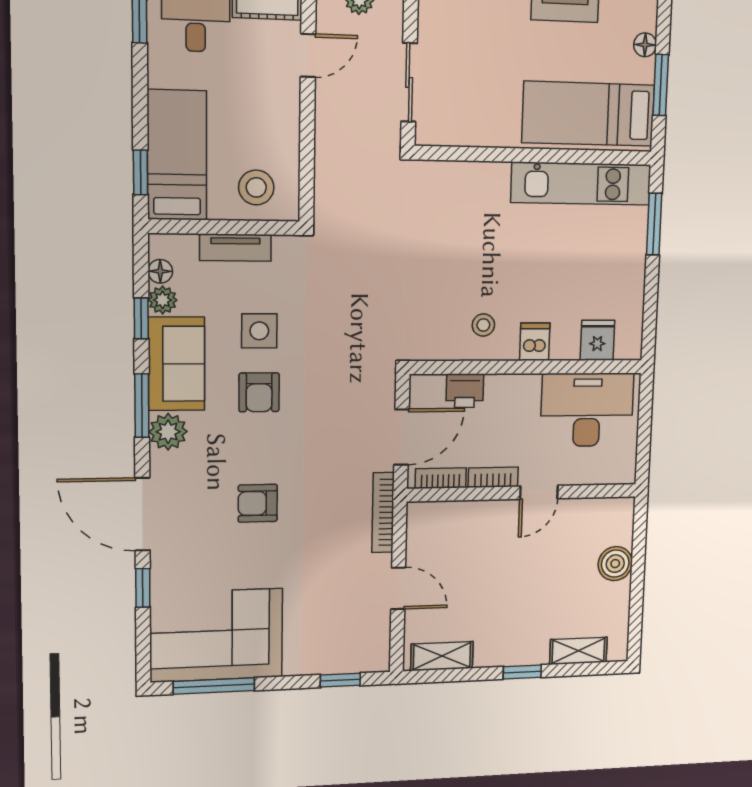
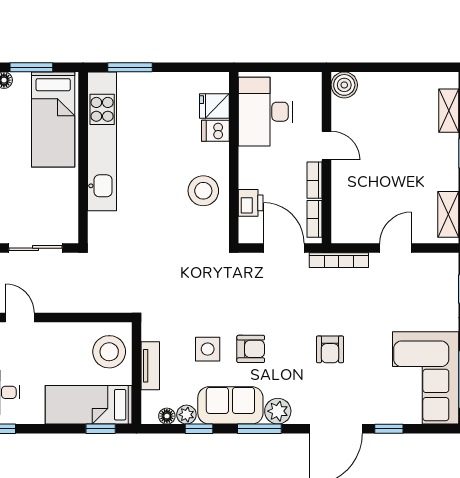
kitchen unit: (581, 184) -> (102, 141), width x1.36
stool: (256, 187) -> (109, 352), width x1.38, depth x1.38
stool: (483, 325) -> (203, 191), width x1.89, depth x1.89
dishwasher: (535, 342) -> (215, 131), moved
boiler: (615, 564) -> (344, 85), moved

